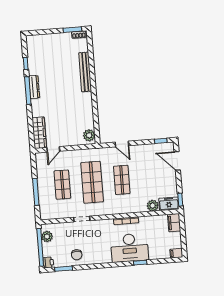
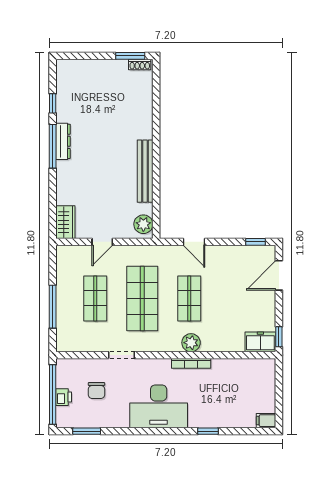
bench: (85, 72) -> (145, 171), moved
wardrobe: (39, 133) -> (65, 222), width x0.67
door: (53, 149) -> (102, 242), moved
door: (177, 161) -> (279, 275), hinge flipped
plant: (153, 206) -> (191, 343), moved
filing cabinet: (174, 223) -> (266, 372), removed
plant: (47, 237) -> (65, 378), removed
desk: (129, 248) -> (159, 406), moved
chair: (77, 255) -> (96, 391), moved
printer: (48, 262) -> (64, 397), moved

